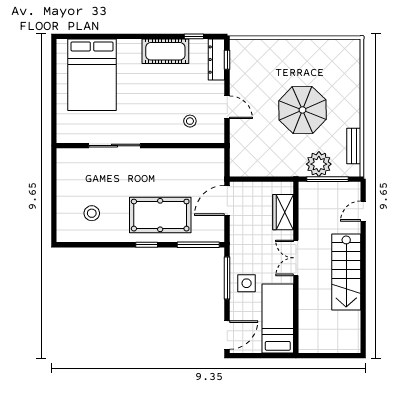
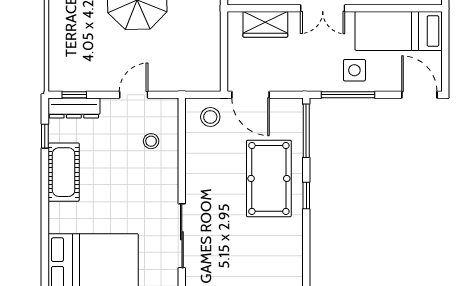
stool: (92, 213) -> (210, 117), moved

